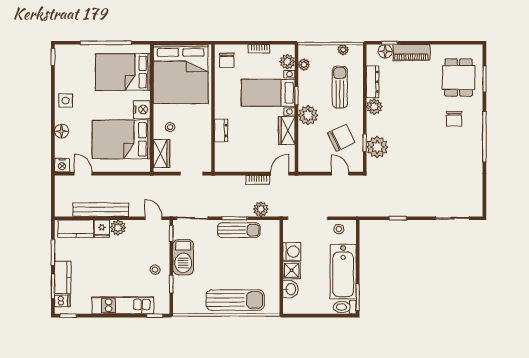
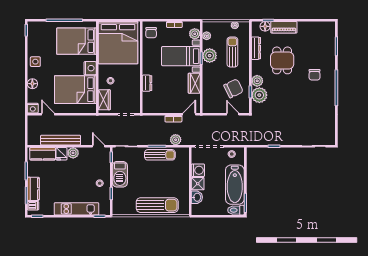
dining table: (459, 78) -> (282, 60), moved
plant: (374, 107) -> (257, 81), moved
plant: (308, 115) -> (210, 56), moved

